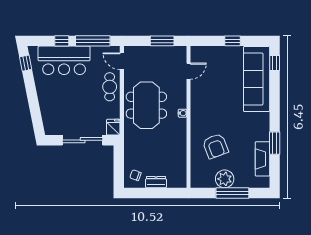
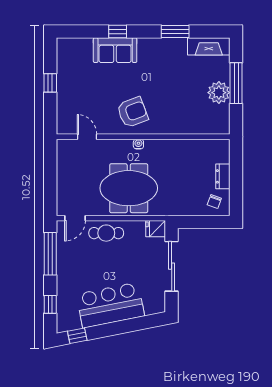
window: (62, 41) -> (50, 304), moved
window: (162, 41) -> (50, 169), removed
bar counter: (64, 60) -> (110, 305), moved, turned -101
window: (275, 63) -> (118, 32), moved
sofa: (257, 79) -> (115, 50), width x0.54, depth x0.79
armchair: (215, 146) -> (133, 112), moved
fireplace: (262, 159) -> (209, 46), moved

